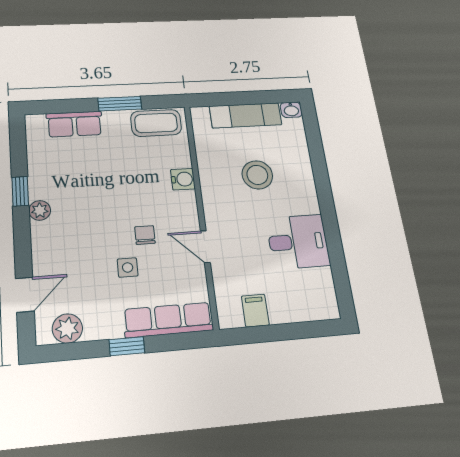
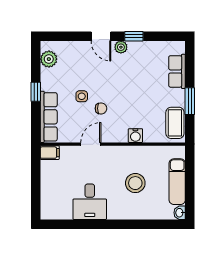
door: (25, 295) -> (101, 36), moved
filing cabinet: (255, 311) -> (50, 153), moved

